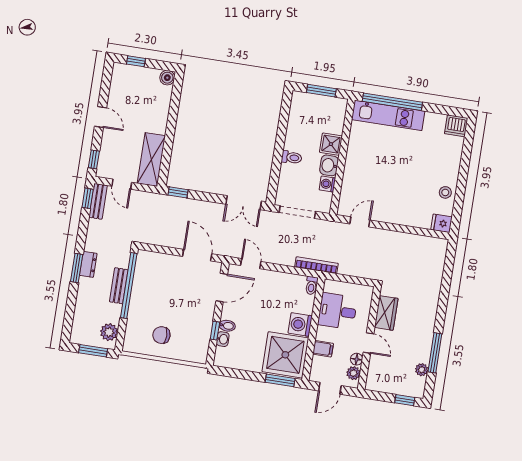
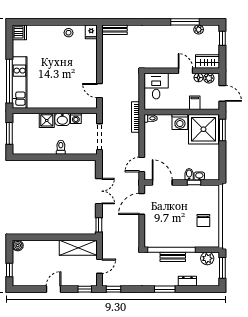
bench: (98, 201) -> (114, 30), moved
double door: (244, 203) -> (99, 191), moved
dresser: (88, 264) -> (187, 281), moved
desk: (338, 311) -> (156, 86), moved, turned 180
wardrobe: (386, 313) -> (208, 62), moved
door: (368, 343) -> (185, 71), hinge flipped

